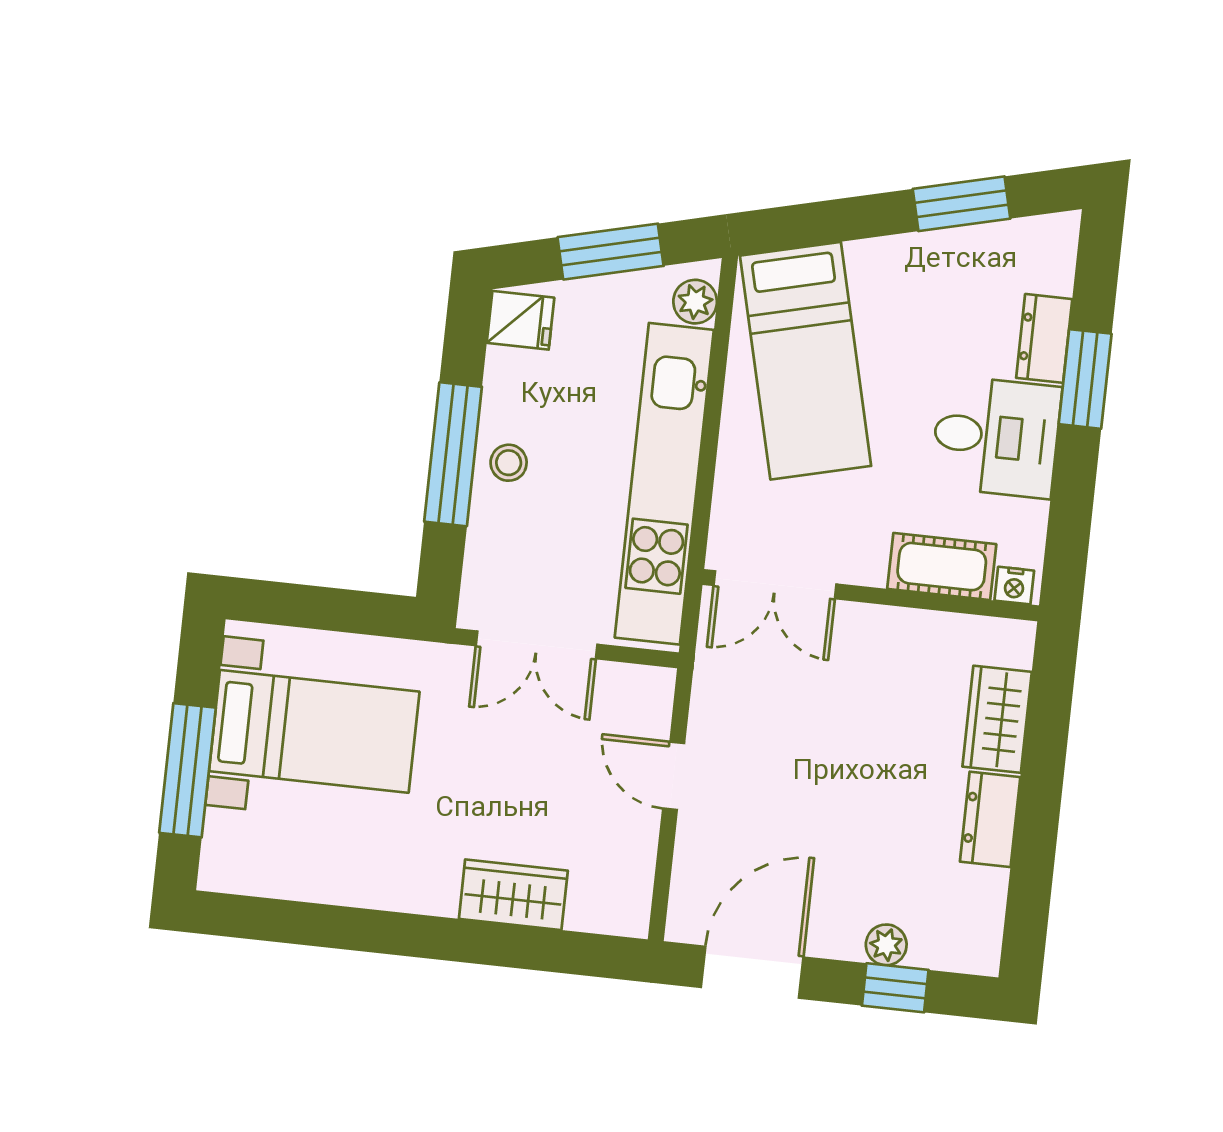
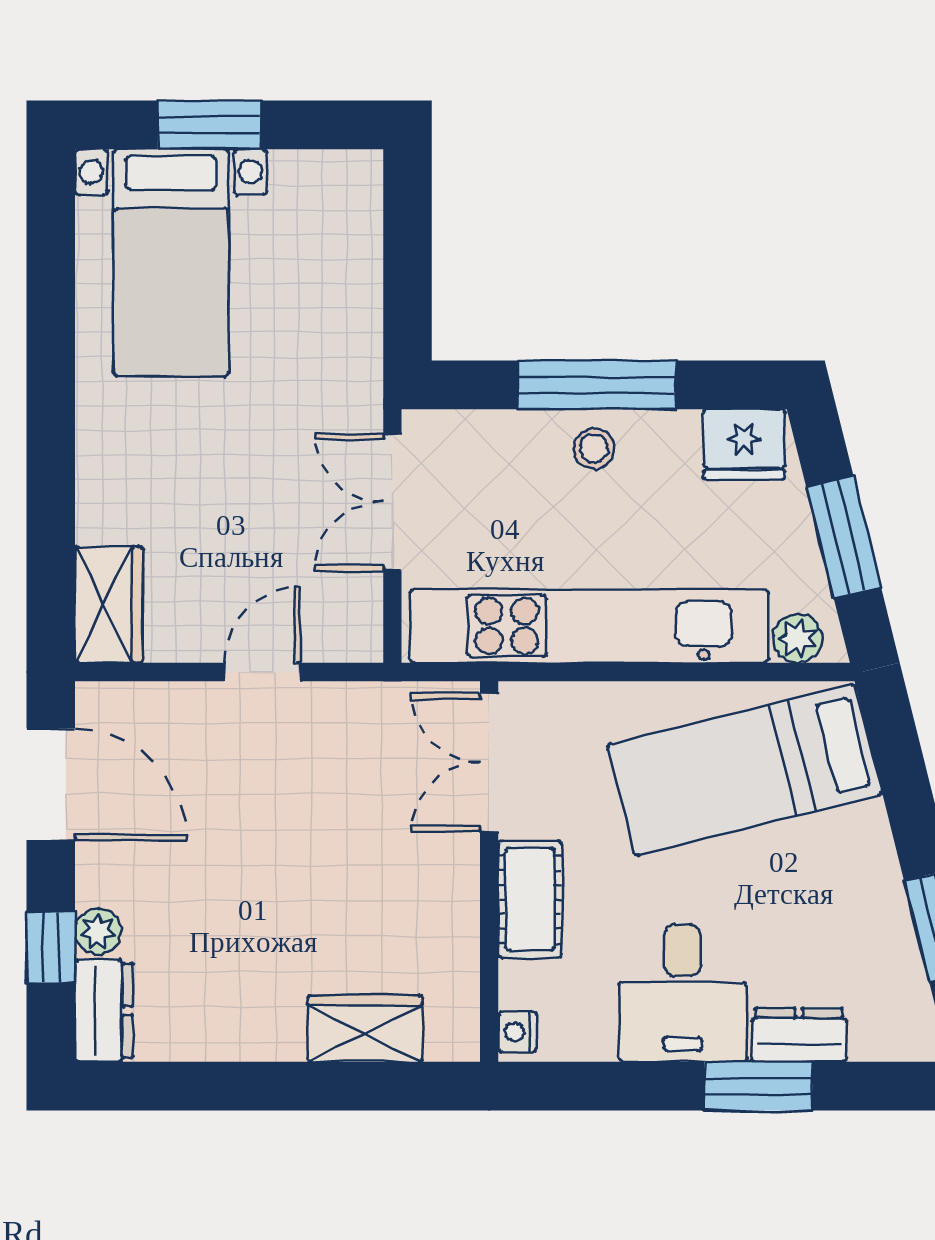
fridge: (520, 320) -> (744, 444), width x1.38
cot: (942, 567) -> (530, 899), moved
bed with nightstands: (314, 731) -> (171, 263), moved
window: (187, 770) -> (209, 125), width x0.69
dresser: (990, 819) -> (104, 1011), moved, turned 90
wardrobe: (513, 895) -> (109, 605), moved

